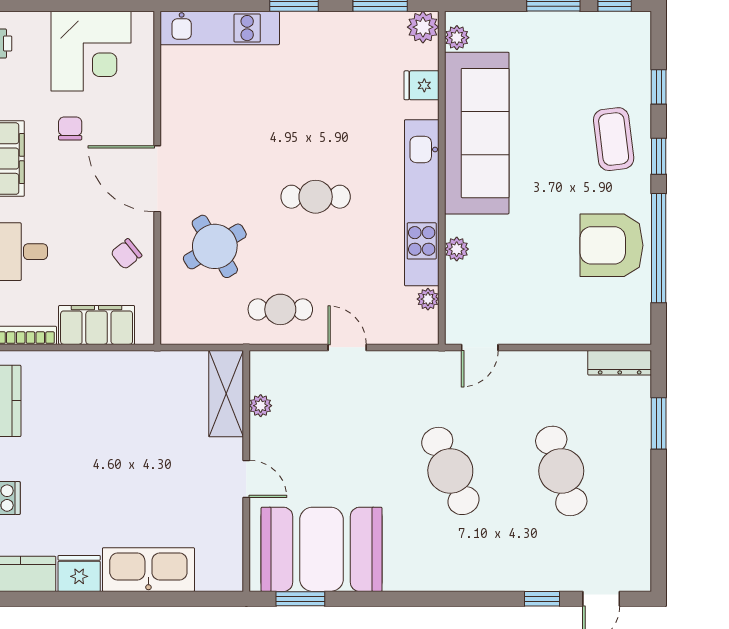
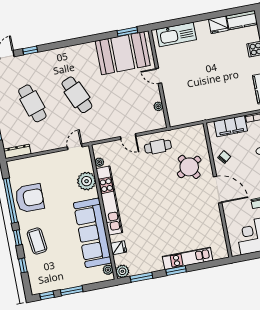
kitchen unit: (220, 28) -> (188, 258), moved
cafe table: (316, 197) -> (152, 195), removed
plant: (457, 249) -> (87, 181), width x1.88, depth x1.88
shelving: (226, 394) -> (173, 109), removed
kitchen sink: (148, 570) -> (176, 34), moved

